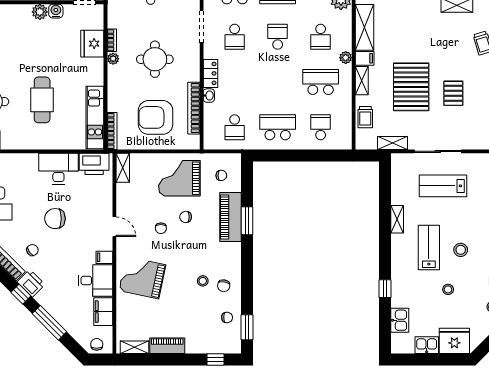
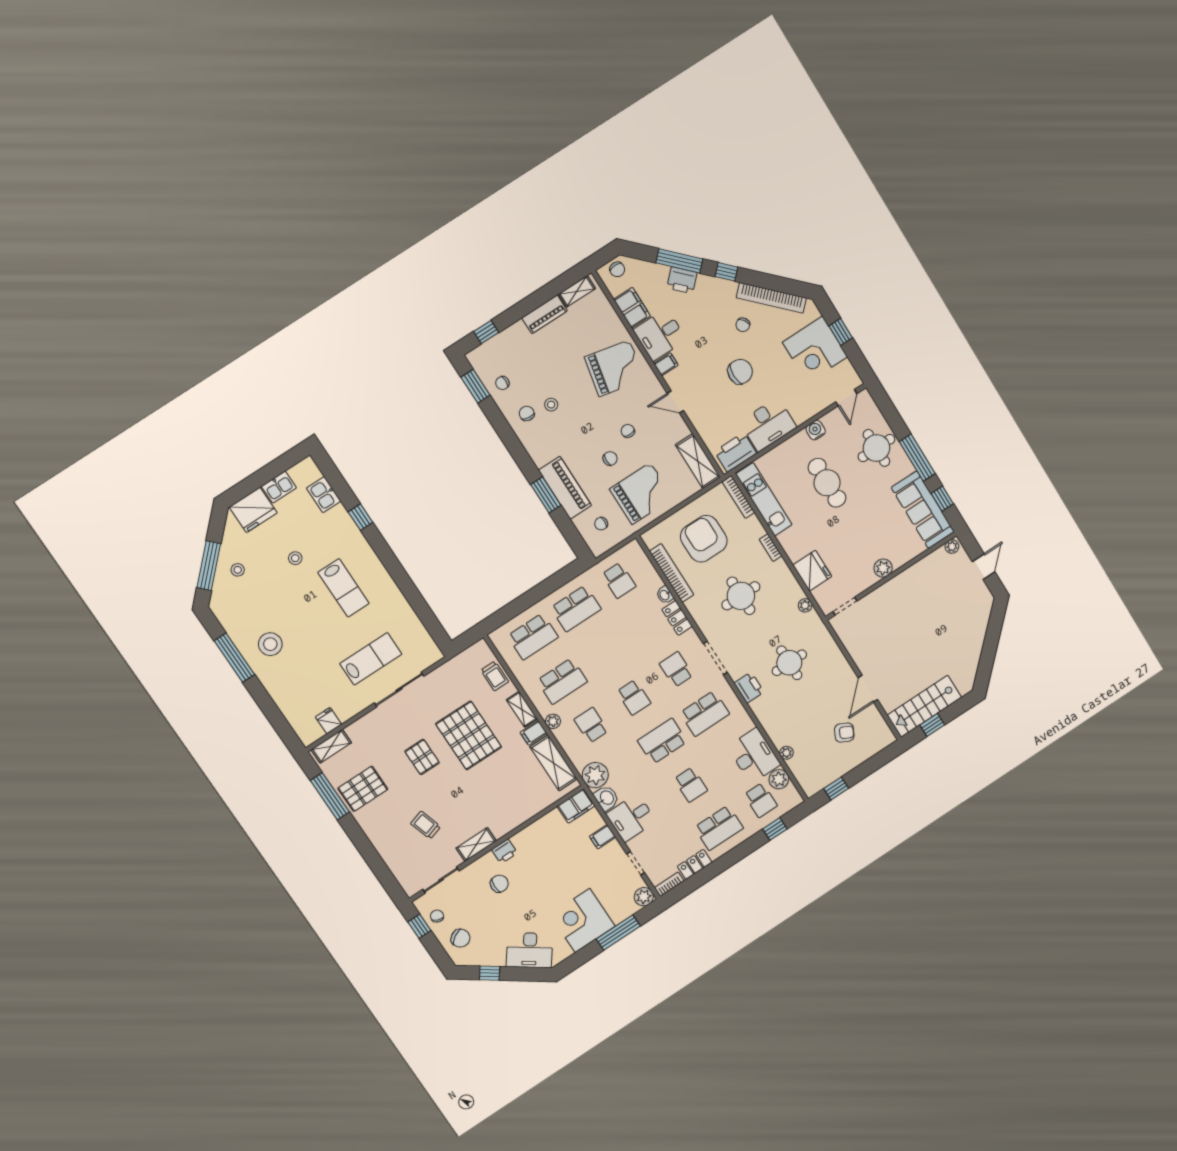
water cooler: (56, 11) -> (816, 430), moved, turned 180
bookcase: (112, 40) -> (771, 548), moved
plant: (113, 59) -> (805, 605), moved
armchair: (156, 117) -> (704, 539), turned -90
trolley: (365, 117) -> (495, 676), turned 180
school desk: (235, 127) -> (619, 580), turned 180
school desk: (321, 127) -> (533, 637), width x1.85
shelving: (393, 143) -> (450, 668), removed
shelving: (123, 168) -> (698, 461), width x1.50, depth x1.33
shelving: (397, 219) -> (395, 595), removed
stool: (461, 250) -> (309, 607), removed
printer: (31, 283) -> (682, 280), moved

